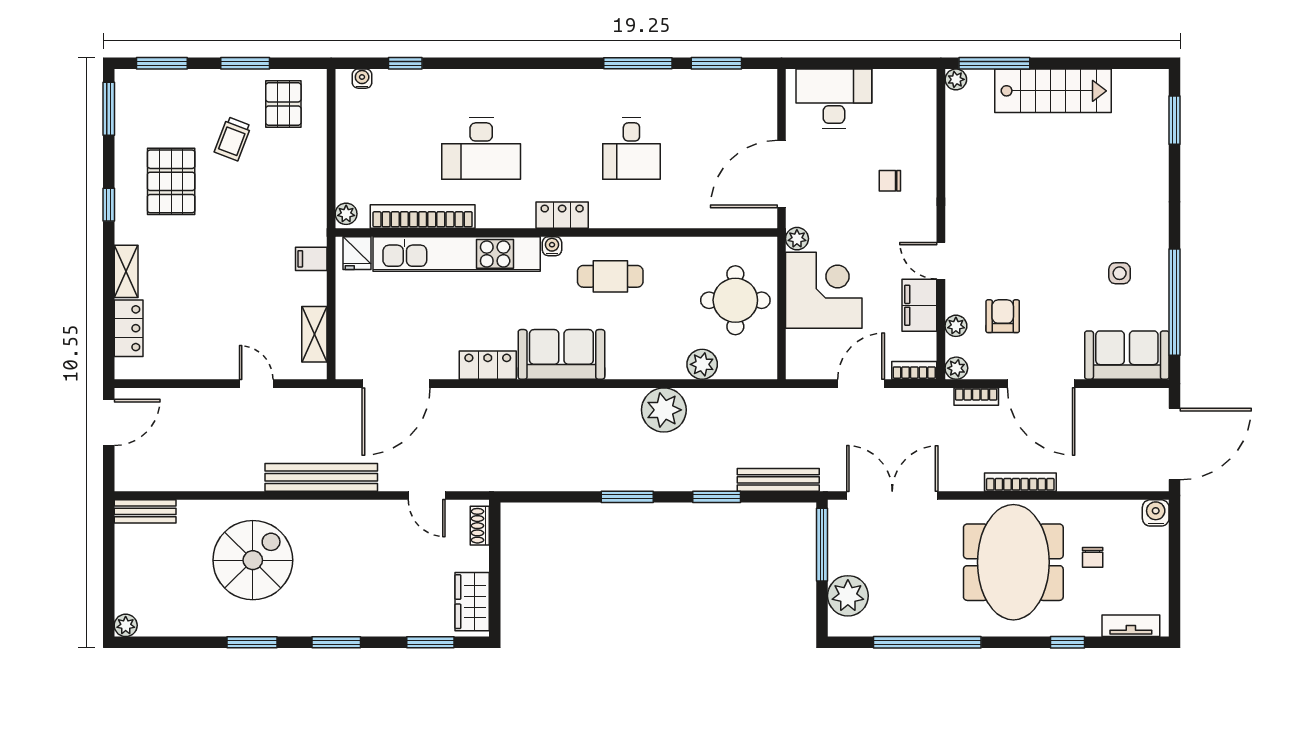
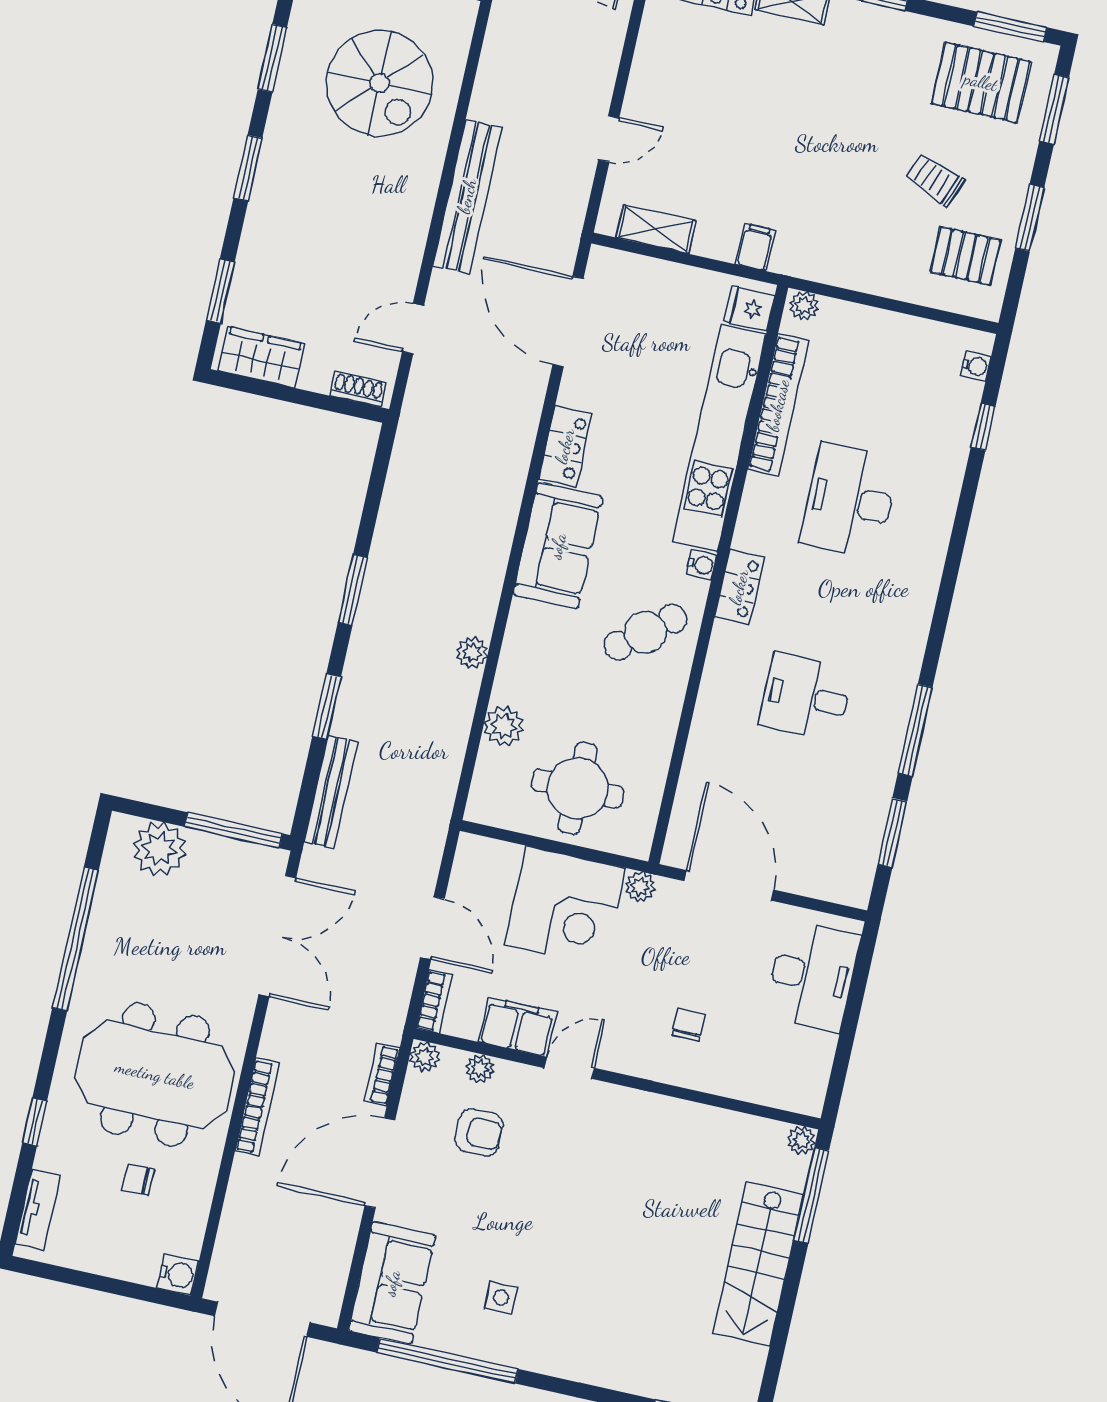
pallet: (171, 181) -> (981, 82), moved
cafe table: (610, 276) -> (645, 632), turned 51
plant: (664, 410) -> (472, 653), width x0.53, depth x0.53

